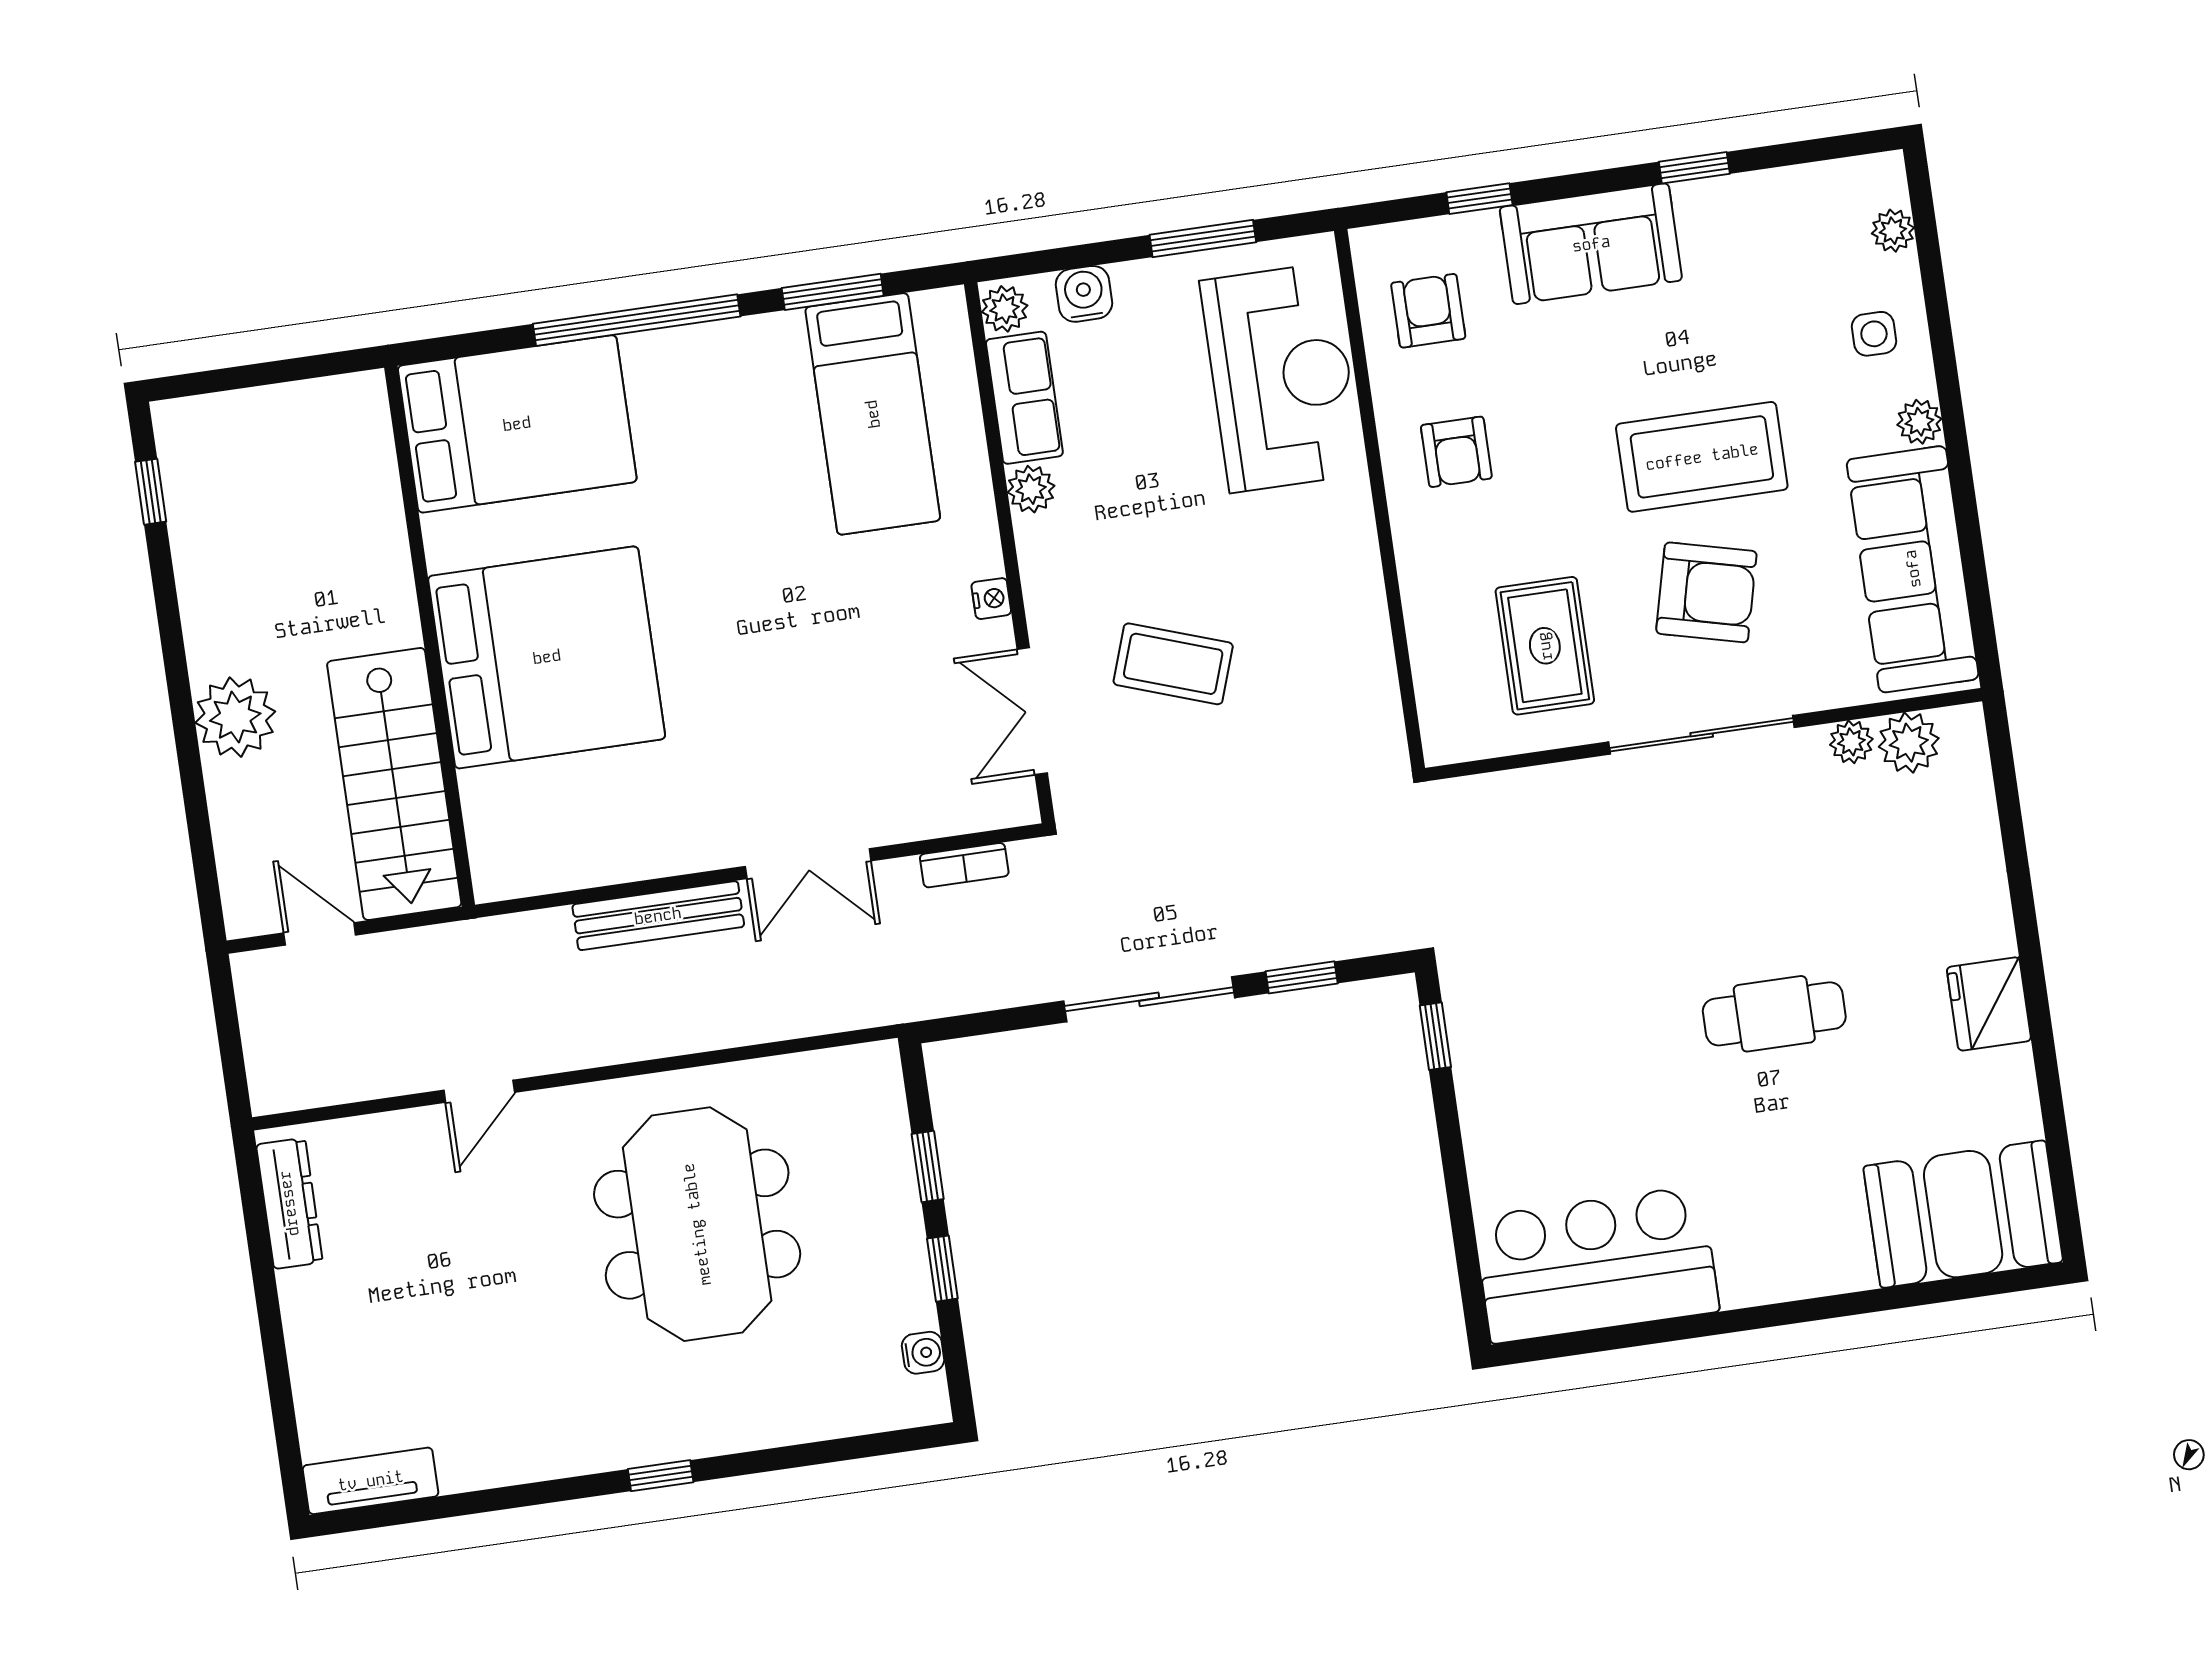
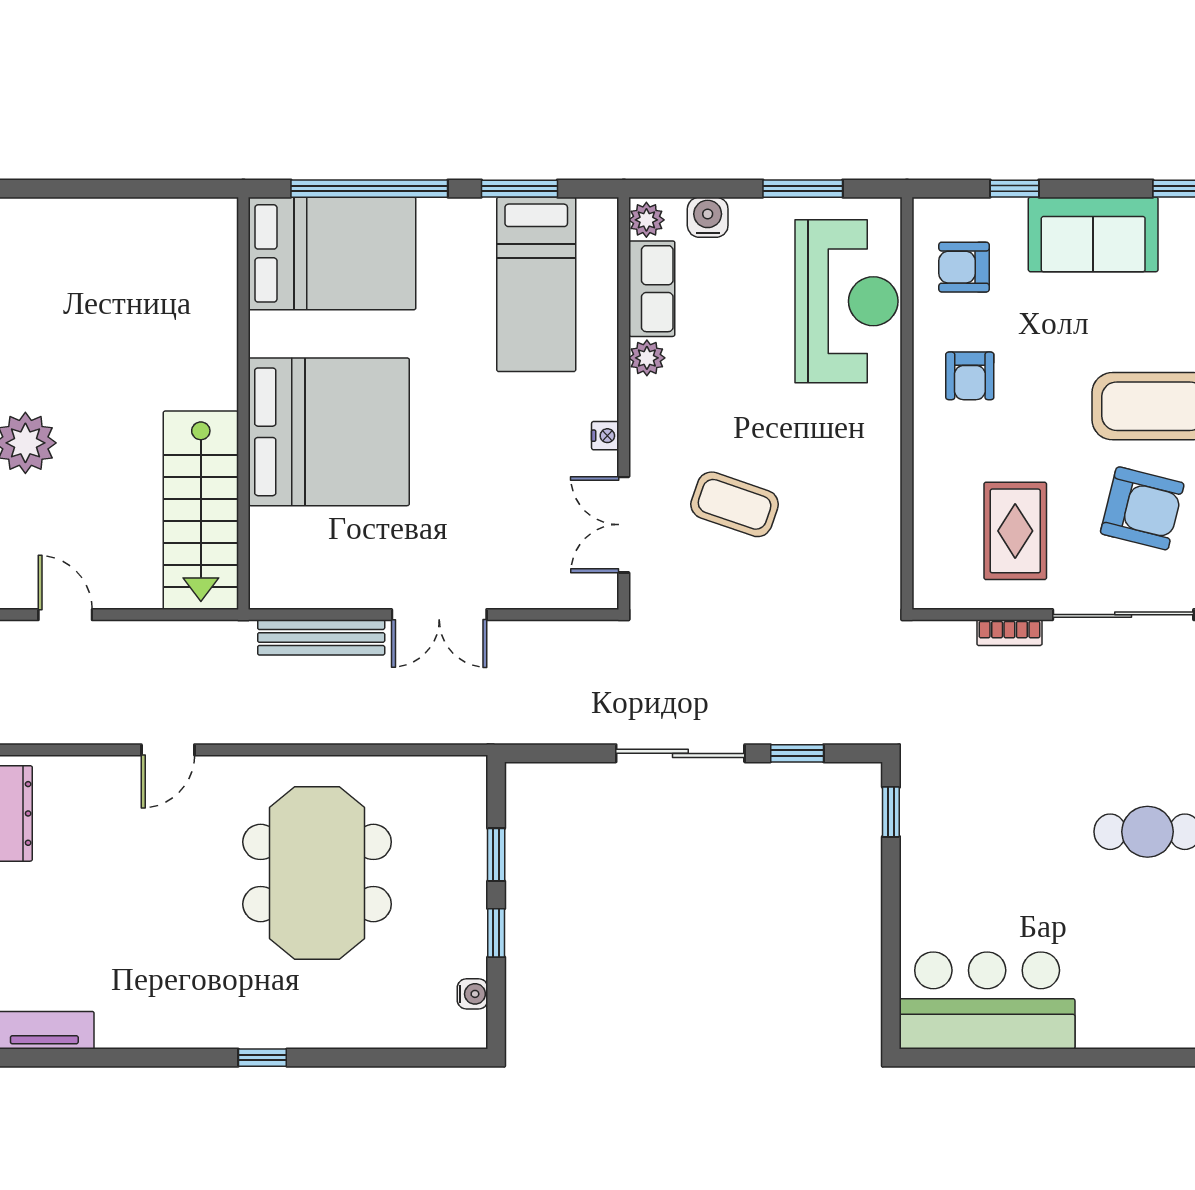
armchair: (1428, 311) -> (964, 267), turned -90
bed: (517, 424) -> (332, 253), moved
wall: (430, 636) -> (243, 403), moved
bed: (547, 657) -> (329, 432), moved
stairs: (394, 784) -> (201, 510), moved
bookcase: (964, 865) -> (1009, 633), moved

